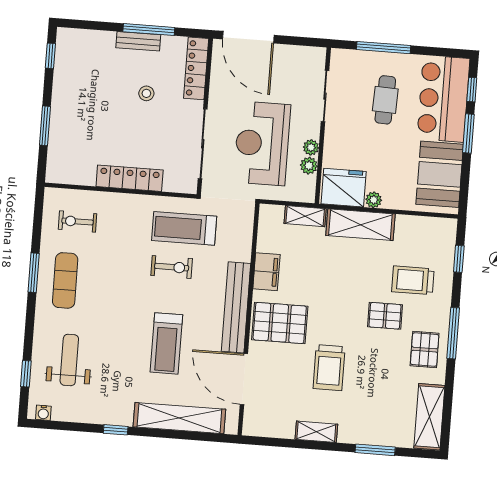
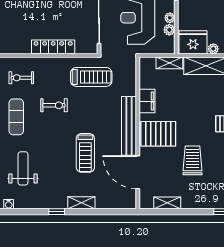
treadmill: (184, 228) -> (91, 77), turned 180
exercise bike: (172, 267) -> (54, 105), moved
trolley: (329, 368) -> (193, 160), turned 180
shelving: (179, 418) -> (81, 203), width x0.45, depth x0.75
shelving: (316, 432) -> (167, 203), moved

